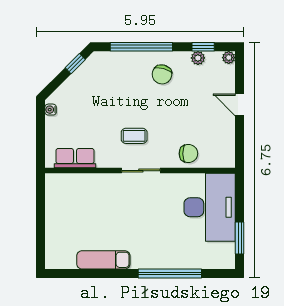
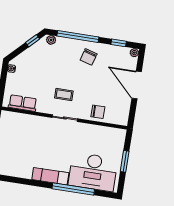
plant: (198, 58) -> (51, 40), moved
door: (240, 105) -> (137, 85), width x1.88
desk: (210, 207) -> (93, 172), moved, turned 90
window: (240, 238) -> (125, 161), moved
exam couch: (103, 260) -> (50, 176), moved

